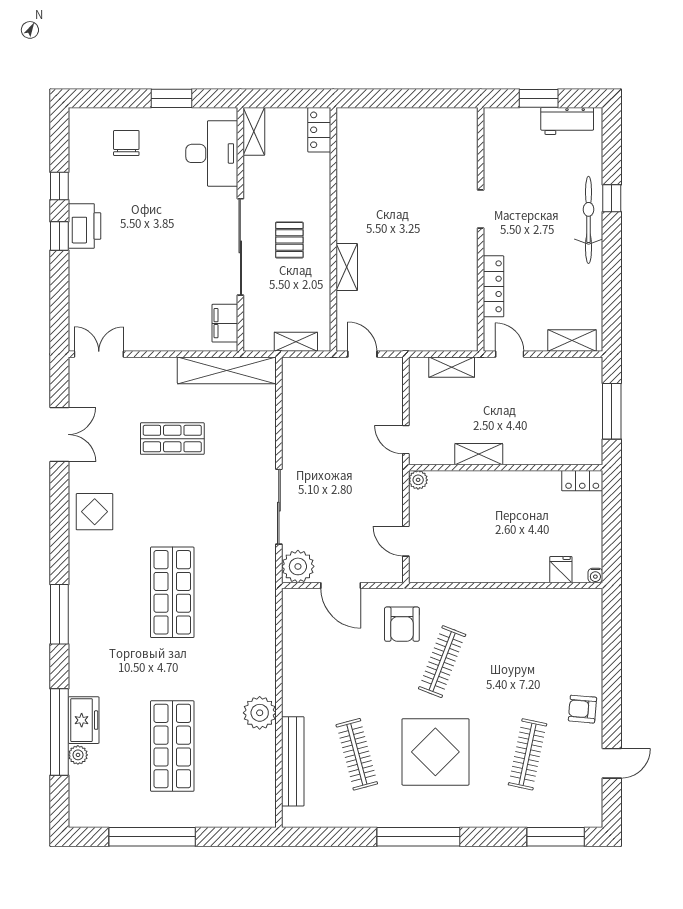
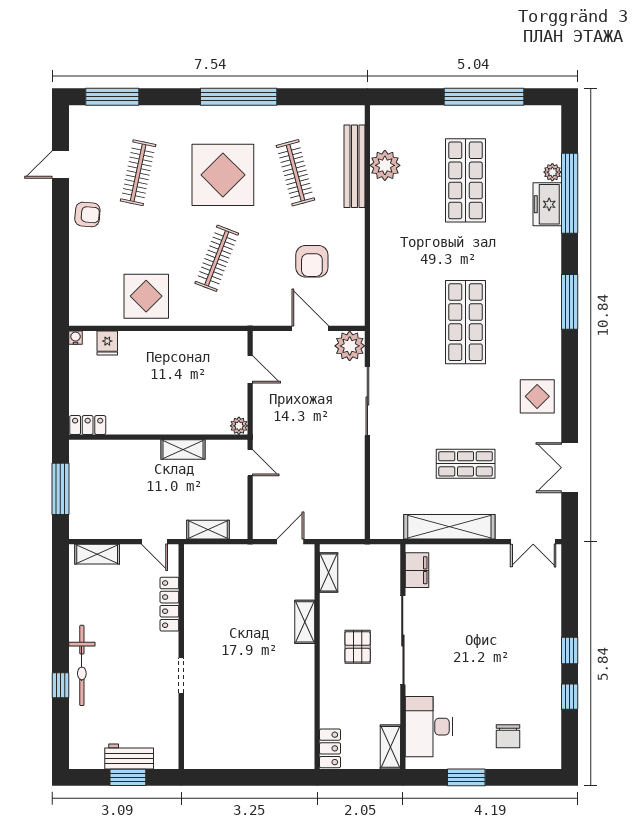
workbench: (567, 121) -> (129, 756), moved
printer: (85, 226) -> (546, 660), removed
shelving: (296, 342) -> (329, 572), moved, turned 90
door: (362, 354) -> (290, 542), swing flipped
shelving: (227, 370) -> (449, 527), moved
display table: (519, 620) -> (146, 296), added
armchair: (402, 624) -> (312, 261), moved, turned 180
plant: (260, 713) -> (385, 165), moved

